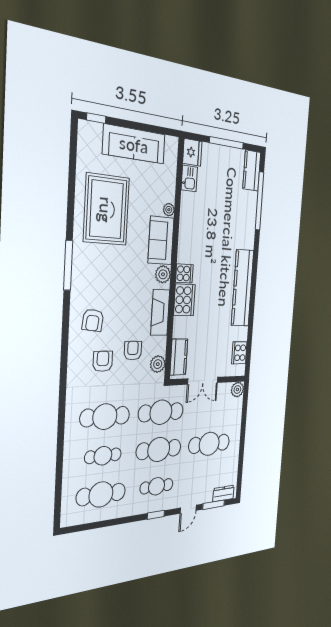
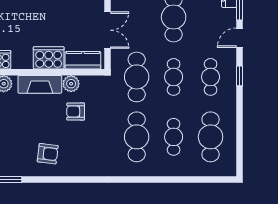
cooker: (184, 300) -> (49, 58), moved
armchair: (103, 361) -> (85, 142), removed
plant: (158, 364) -> (71, 84), moved
cafe table: (159, 449) -> (174, 77), width x0.73, depth x0.74
door: (188, 509) -> (240, 38), swing flipped

